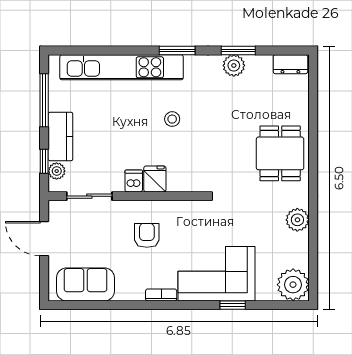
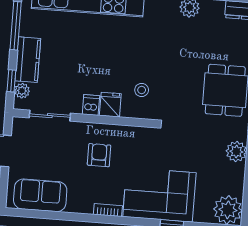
stool: (172, 119) -> (142, 90), moved

